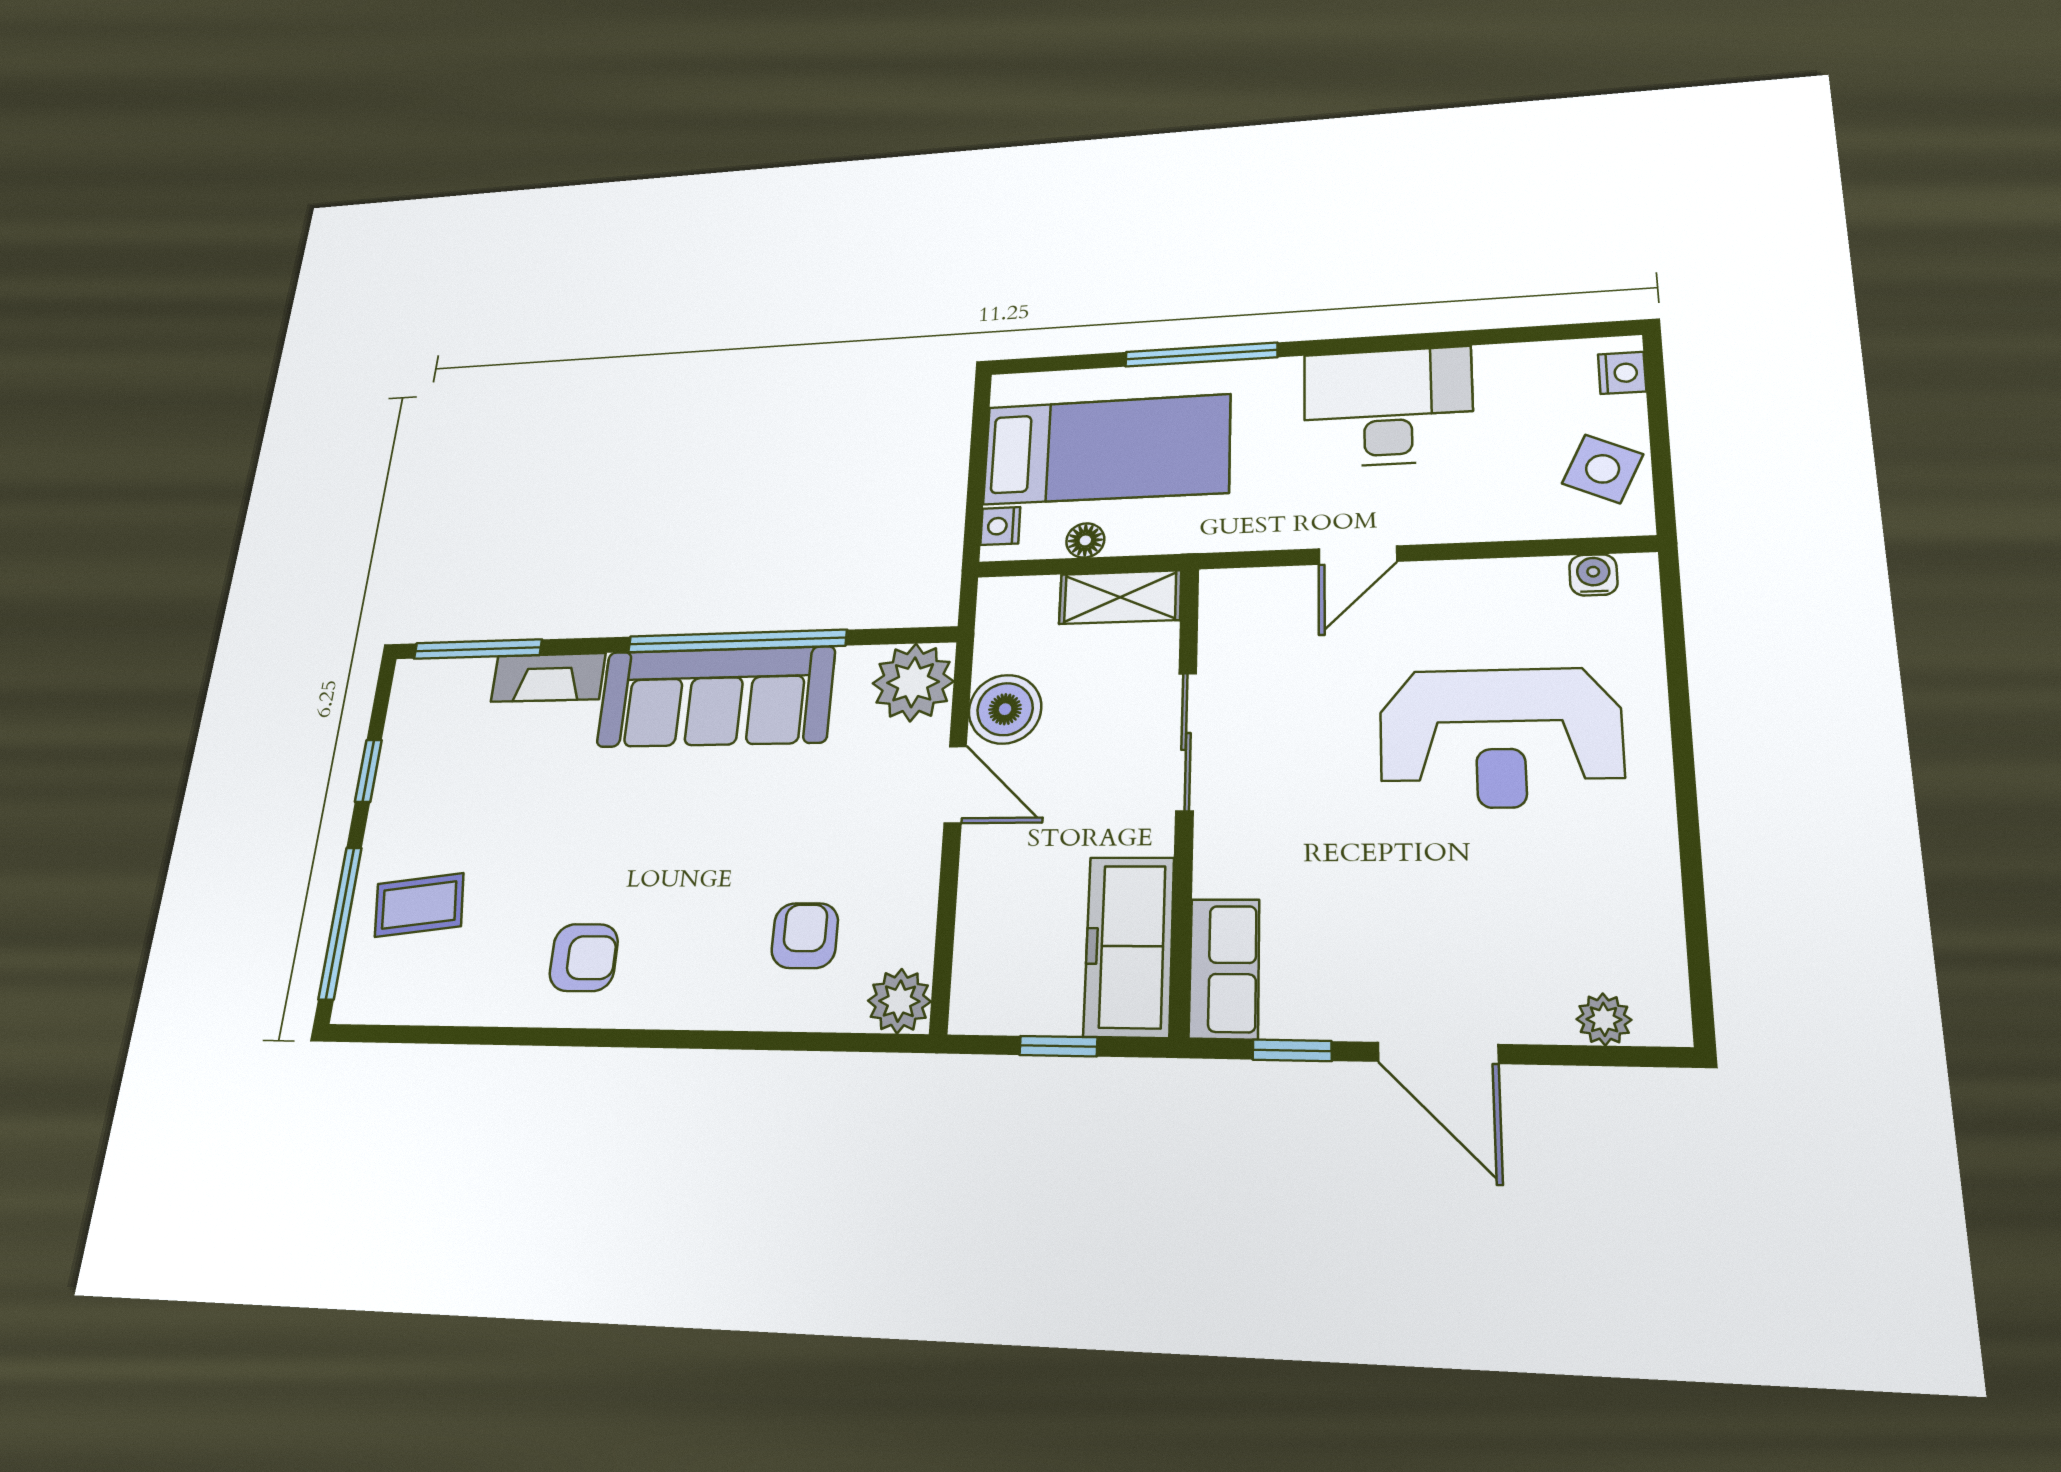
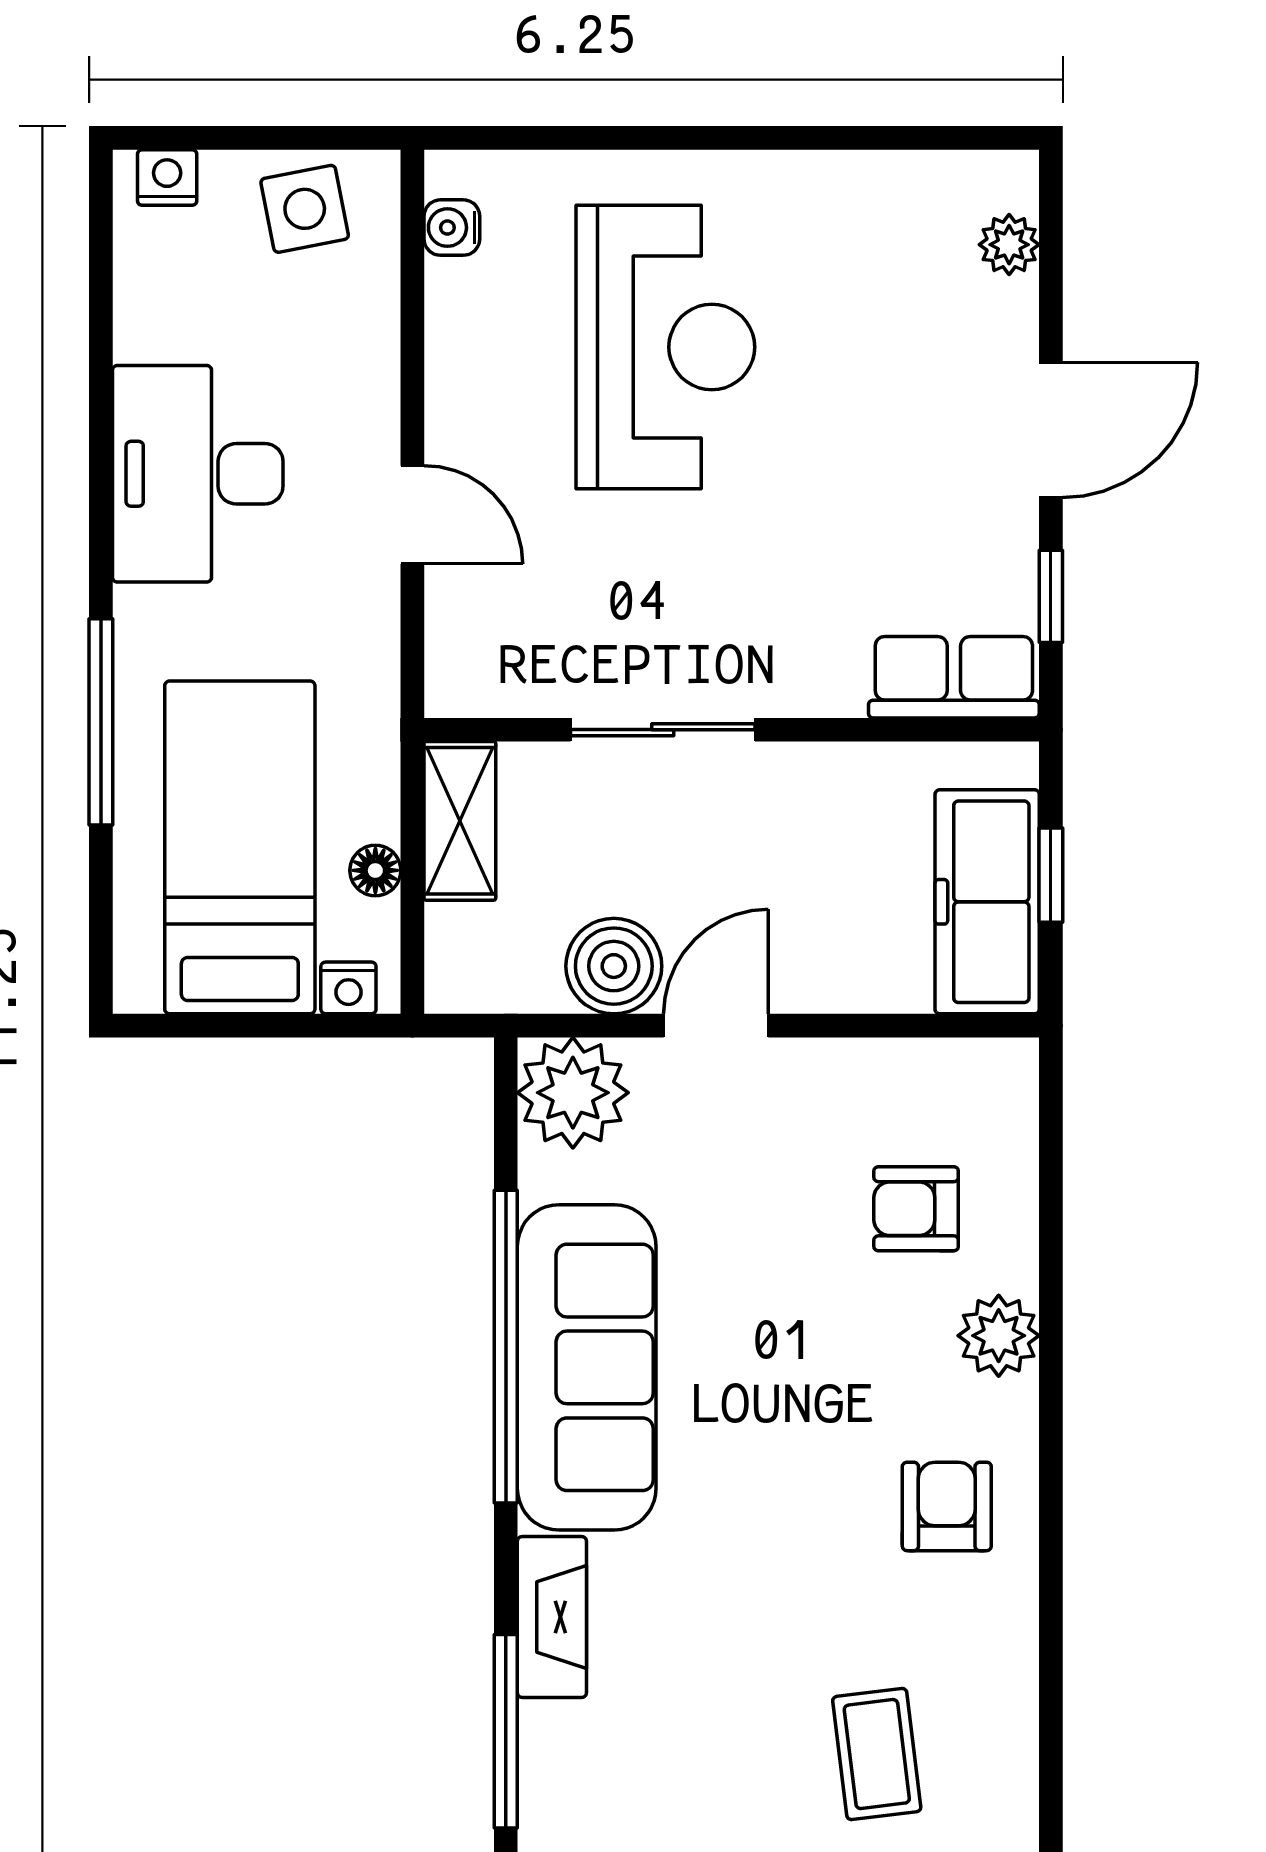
side table: (1603, 469) -> (305, 209), turned -36
freezer: (1129, 946) -> (987, 902), moved, turned 90
plant: (899, 1001) -> (999, 1336), moved

